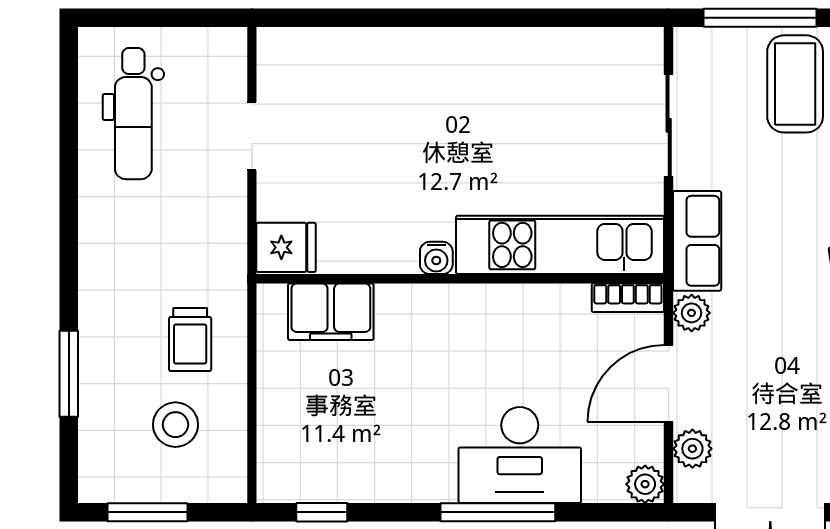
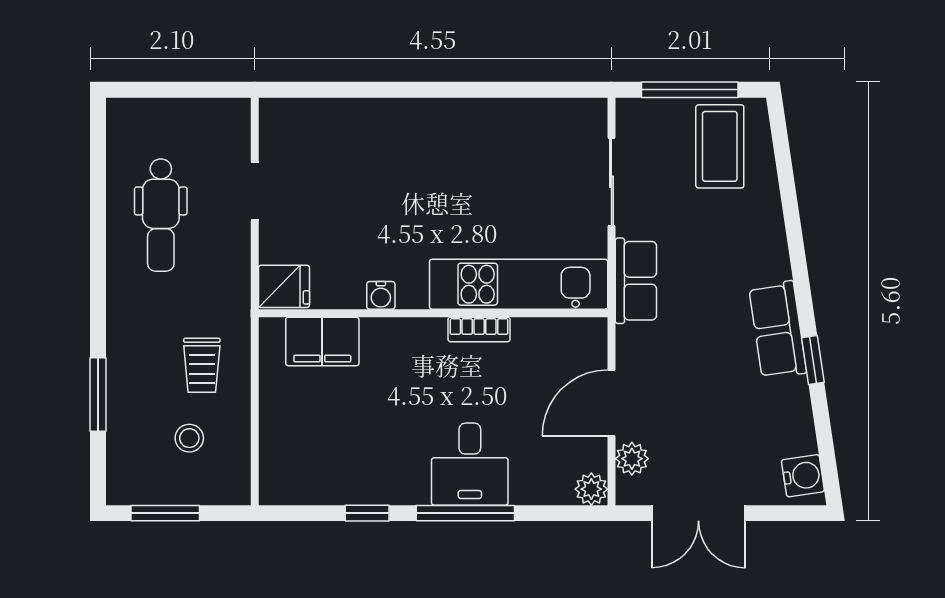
dental chair: (133, 114) -> (161, 215), moved
water cooler: (436, 258) -> (381, 295), moved
bookcase: (628, 298) -> (479, 329), moved
plant: (692, 313) -> (631, 342), removed
stool: (175, 425) -> (189, 438), width x0.73, depth x0.73
desk: (520, 455) -> (470, 464), width x0.73
window: (322, 512) -> (367, 513), moved

